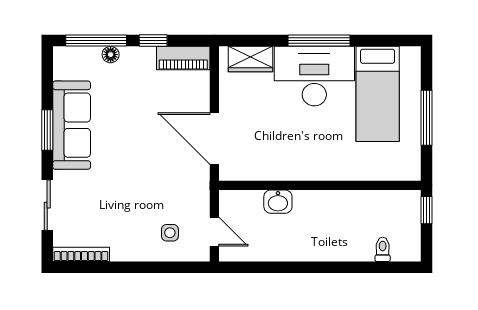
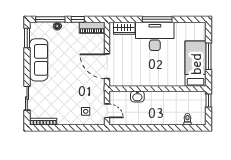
bed: (378, 94) -> (196, 64), moved, turned 180
window: (47, 130) -> (27, 38), moved

